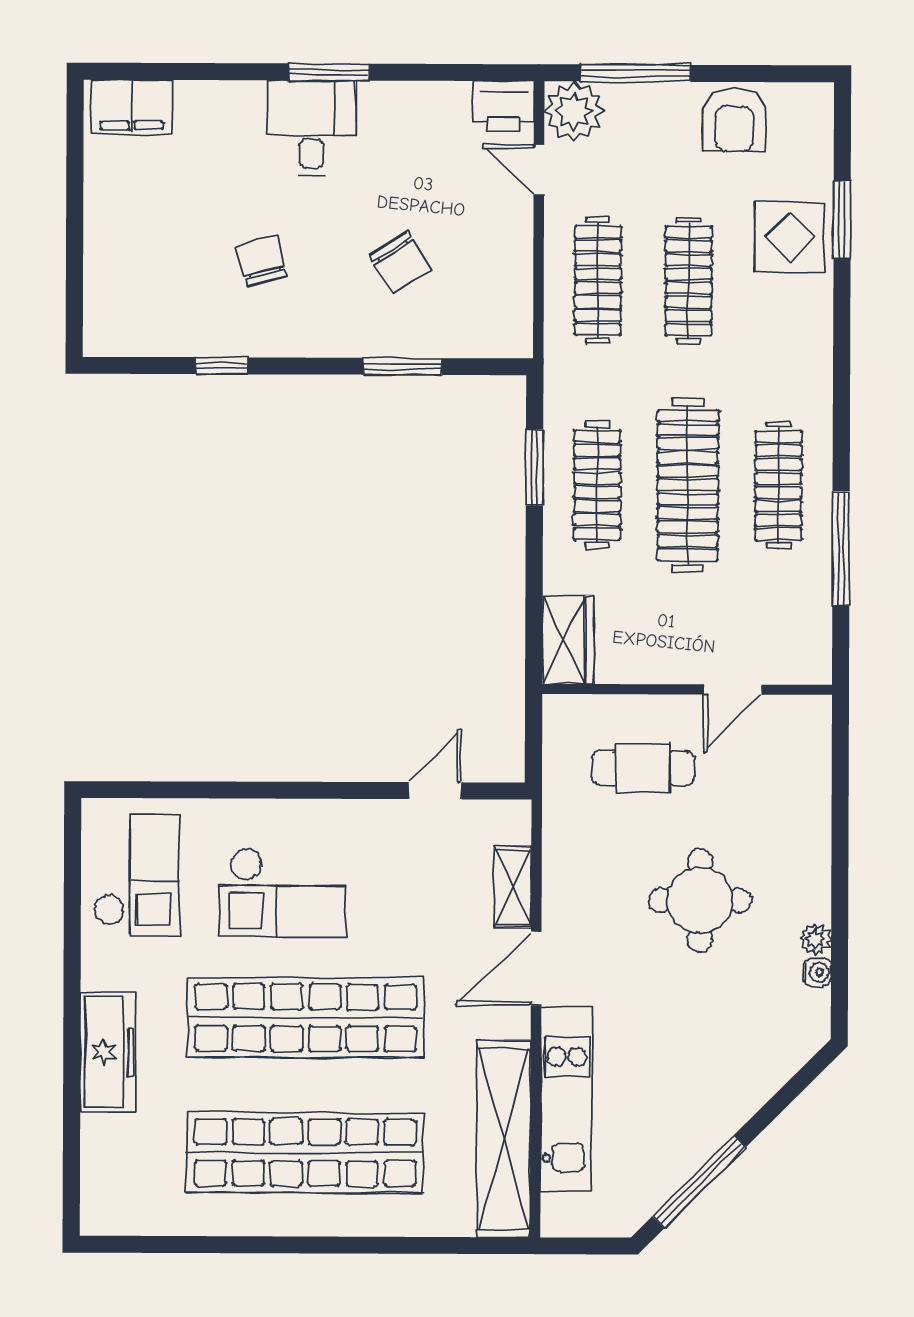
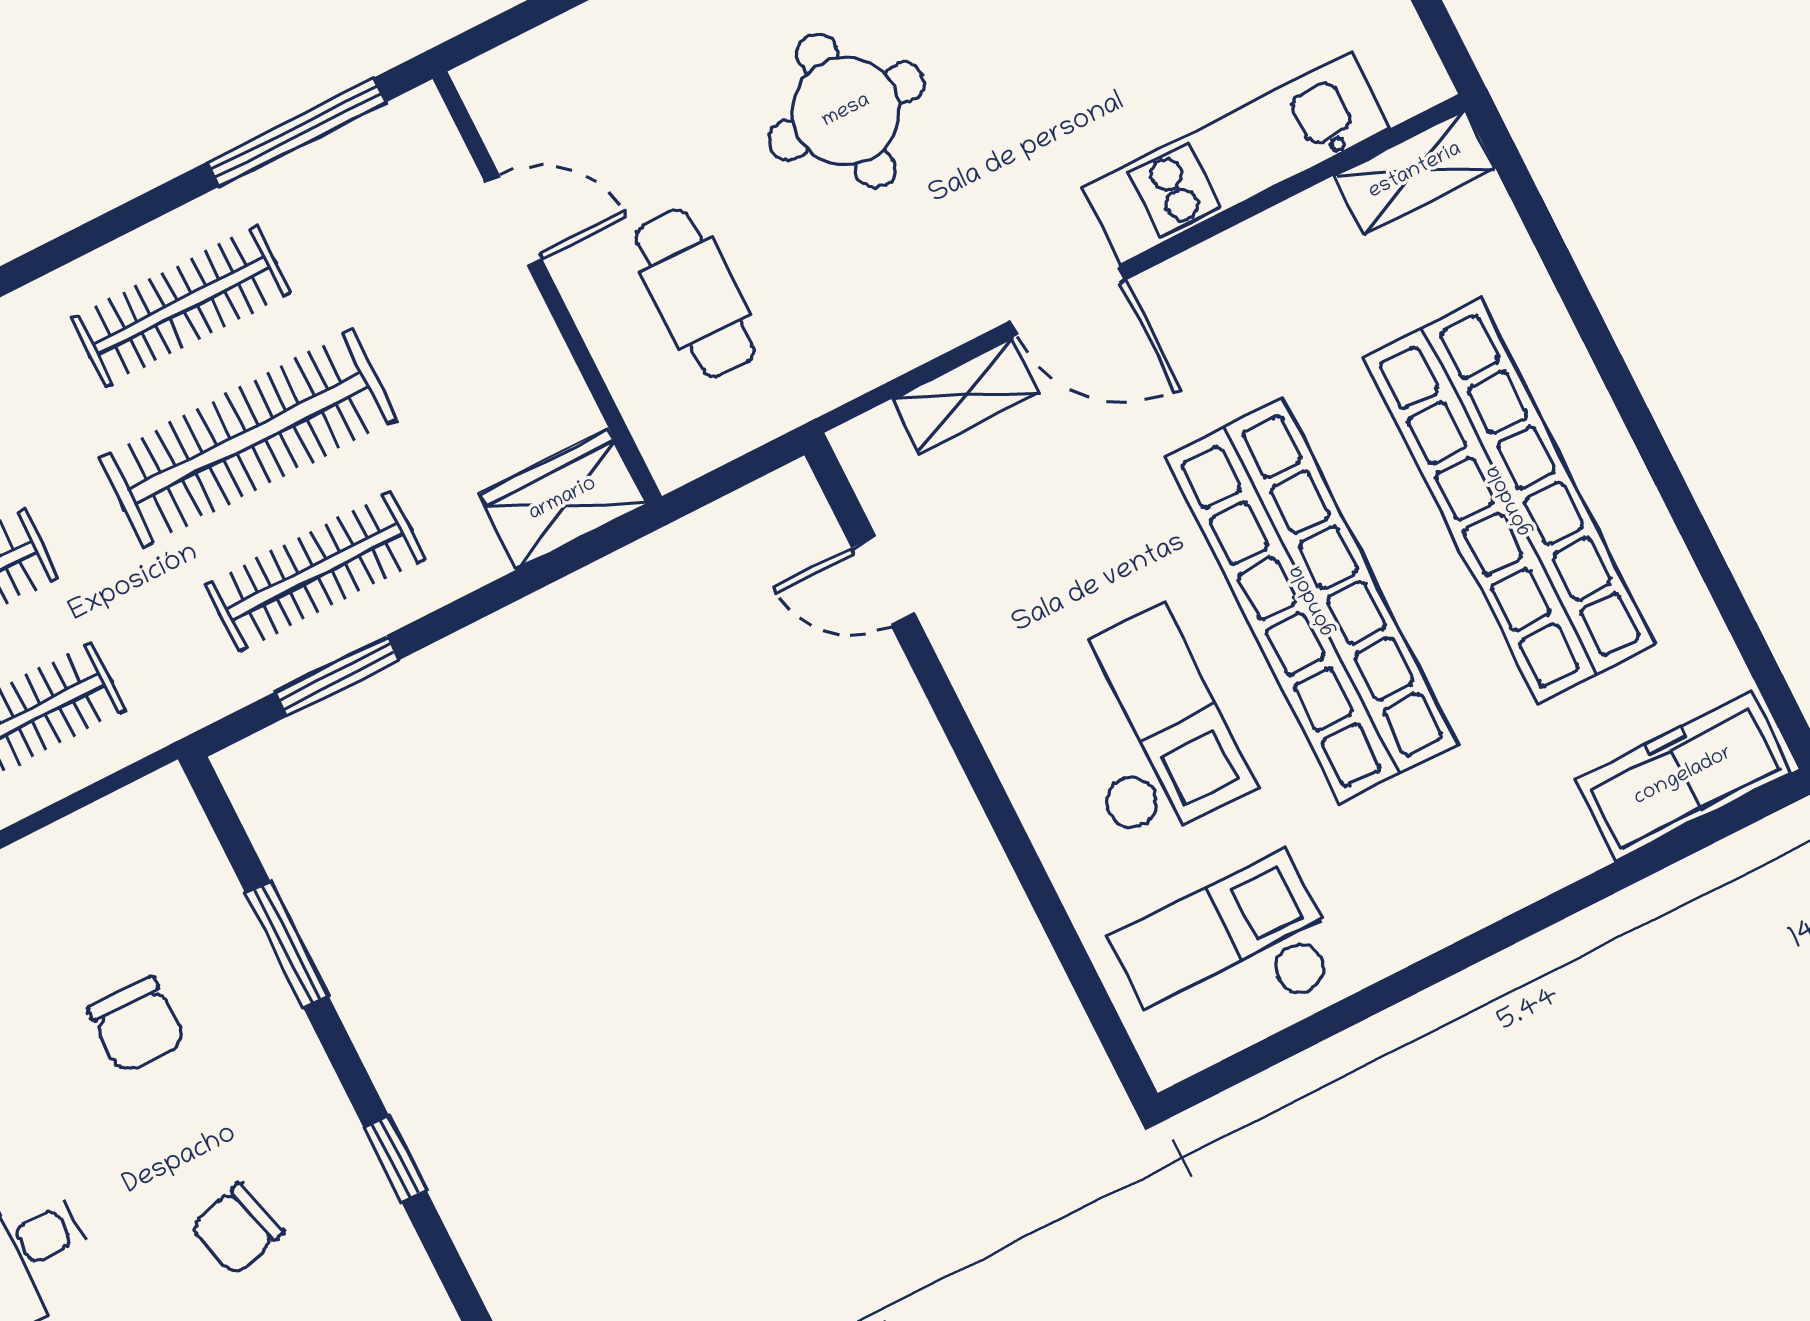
chair: (400, 263) -> (137, 1025), turned 123
window: (222, 366) -> (395, 1159), moved
window: (841, 548) -> (296, 132), moved
freezer: (108, 1052) -> (1683, 776), moved
shelving: (504, 1139) -> (1415, 171), width x0.45, depth x0.75

